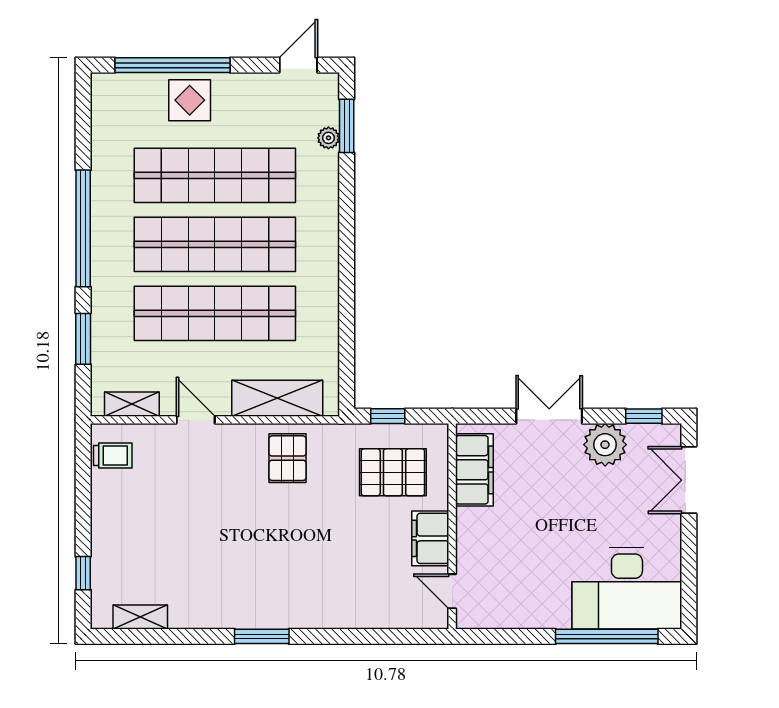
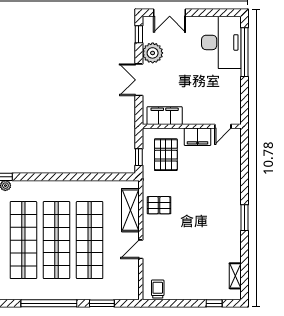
shelving: (132, 404) -> (133, 280), removed

